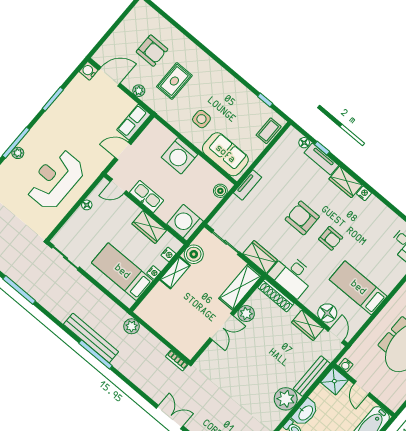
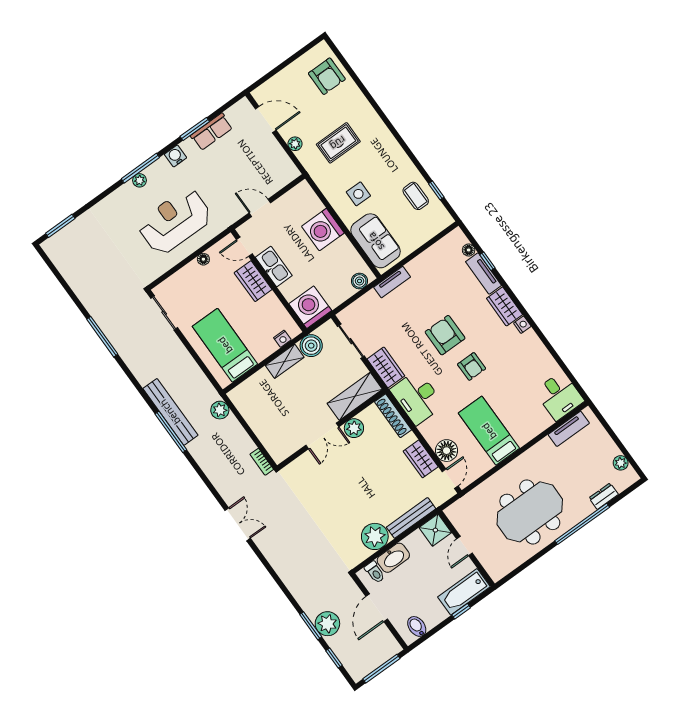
armchair: (152, 51) -> (327, 76), moved
water cooler: (89, 71) -> (176, 156), moved
row of seats: (134, 122) -> (212, 132), moved, turned 180
coffee table: (269, 131) -> (416, 196), moved, turned 90
wardrobe: (149, 227) -> (253, 281), moved
nightstand: (154, 272) -> (260, 355), removed
water cooler: (346, 365) -> (453, 515), removed

